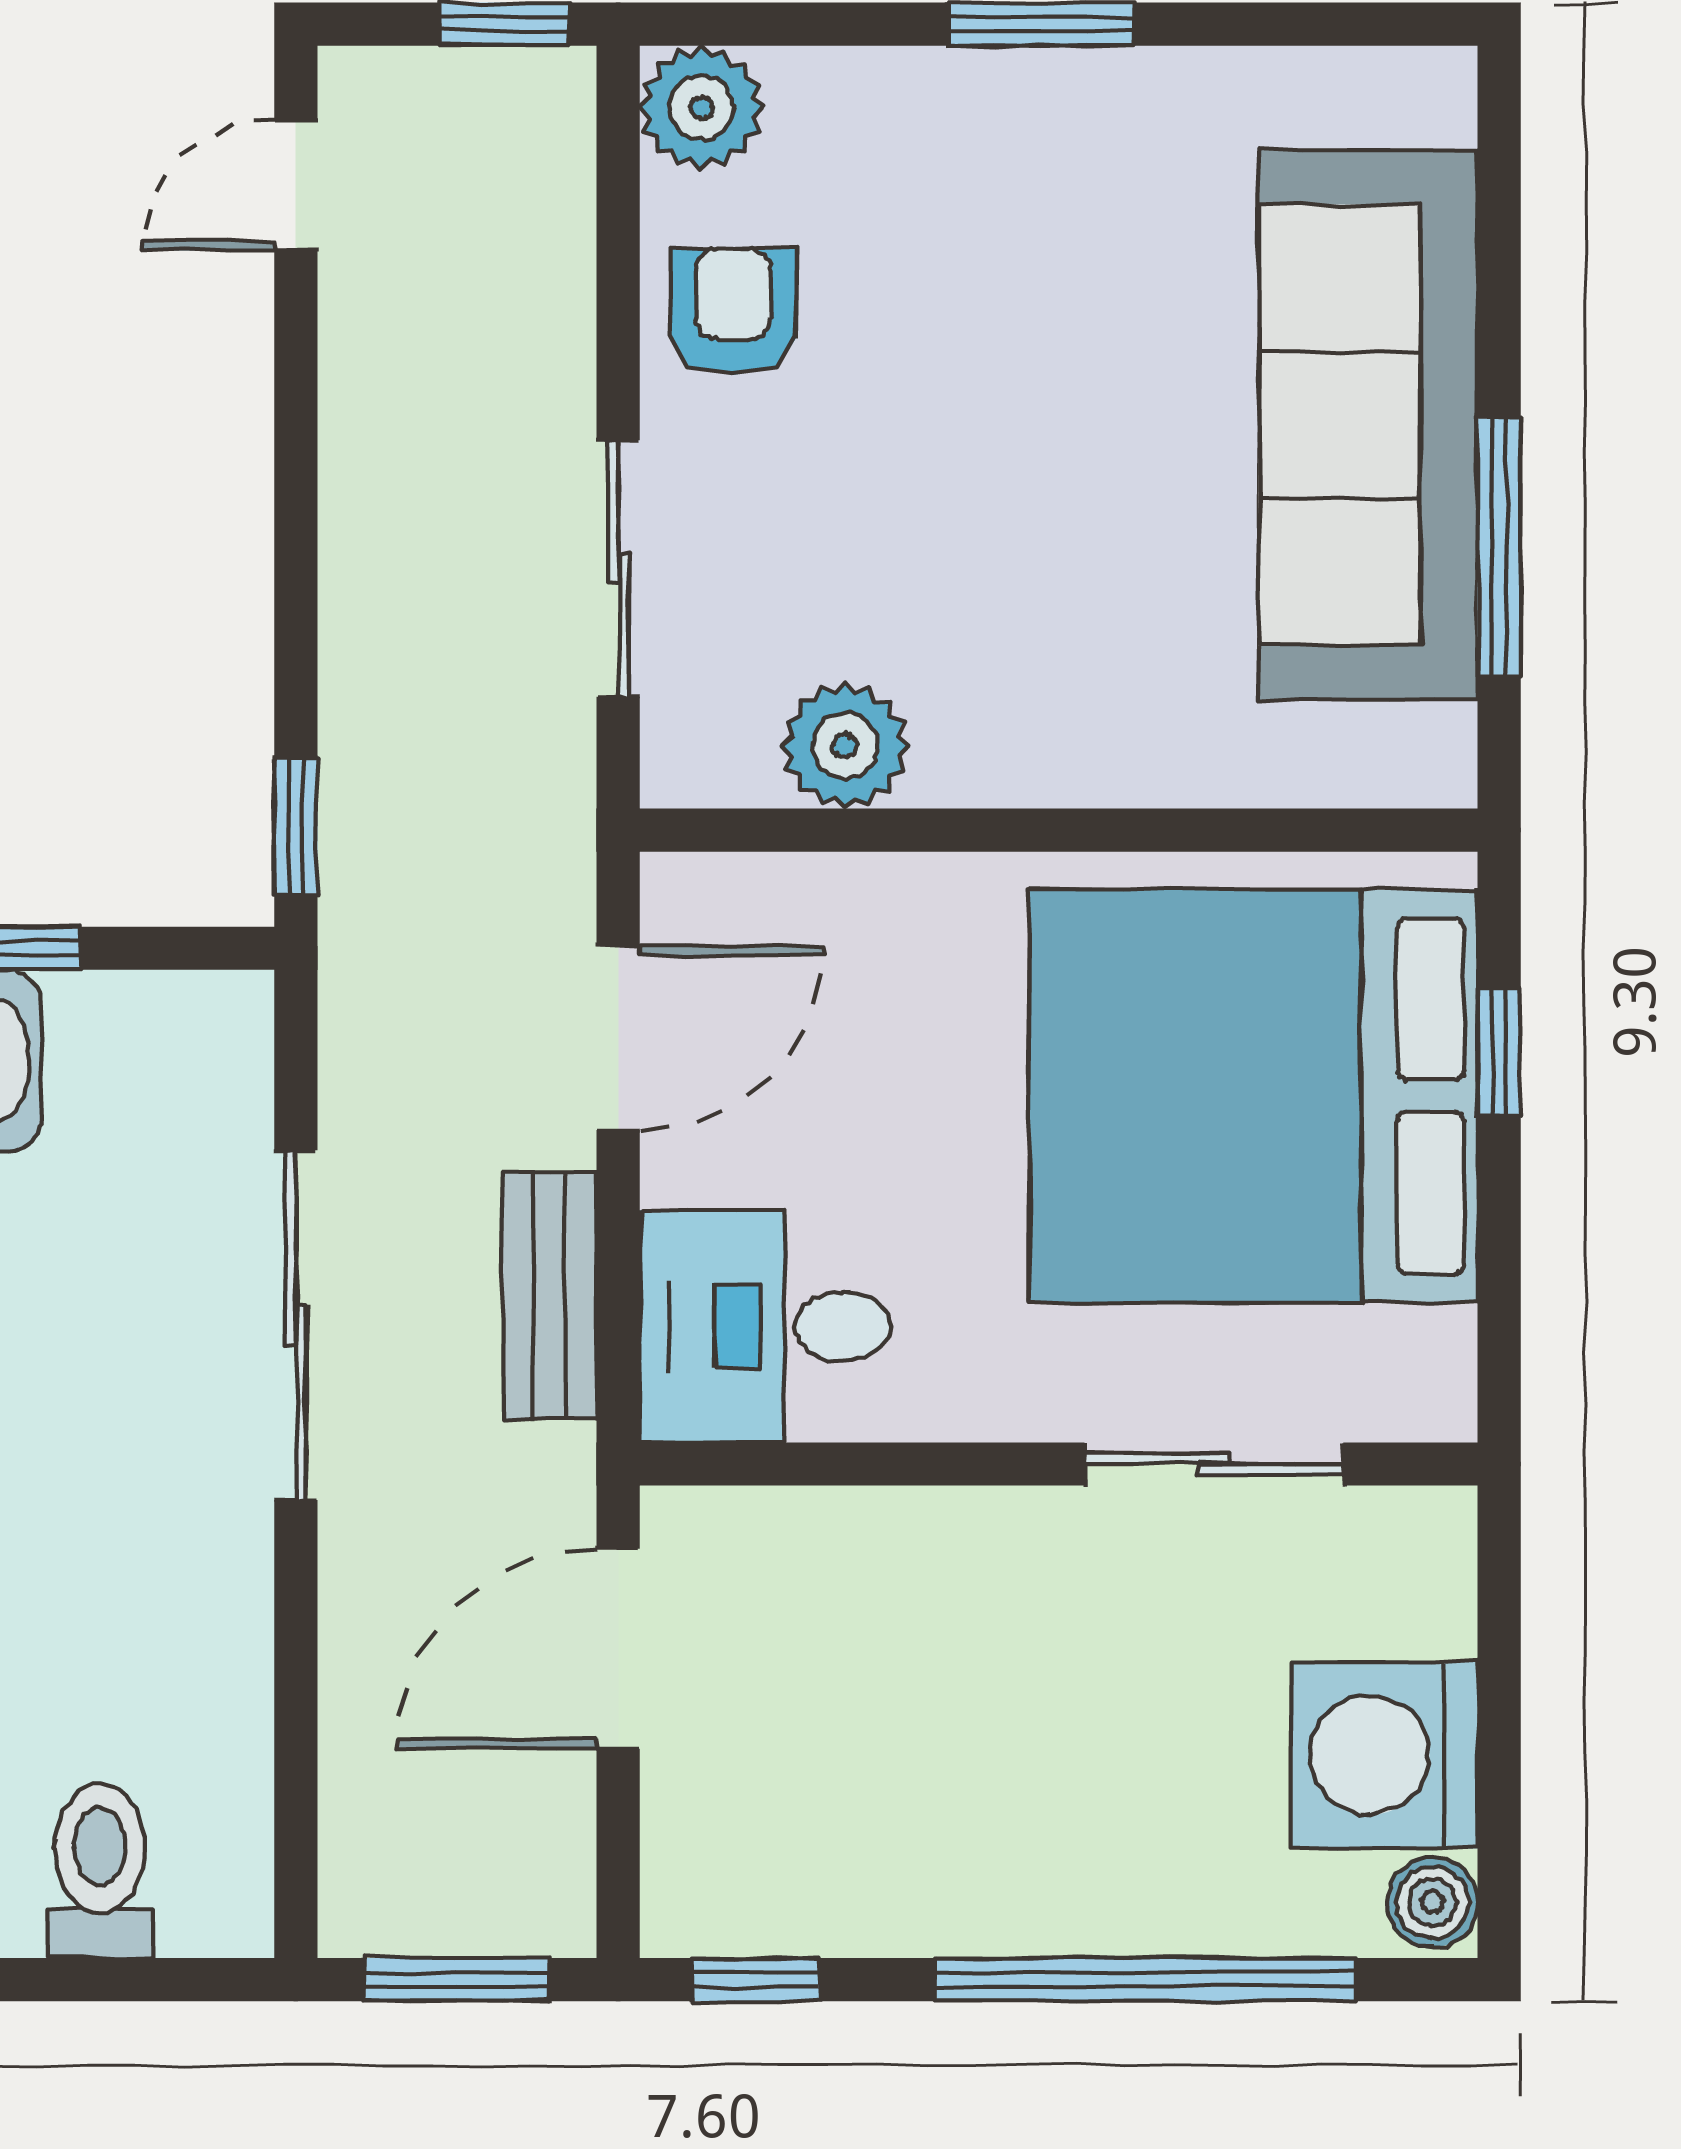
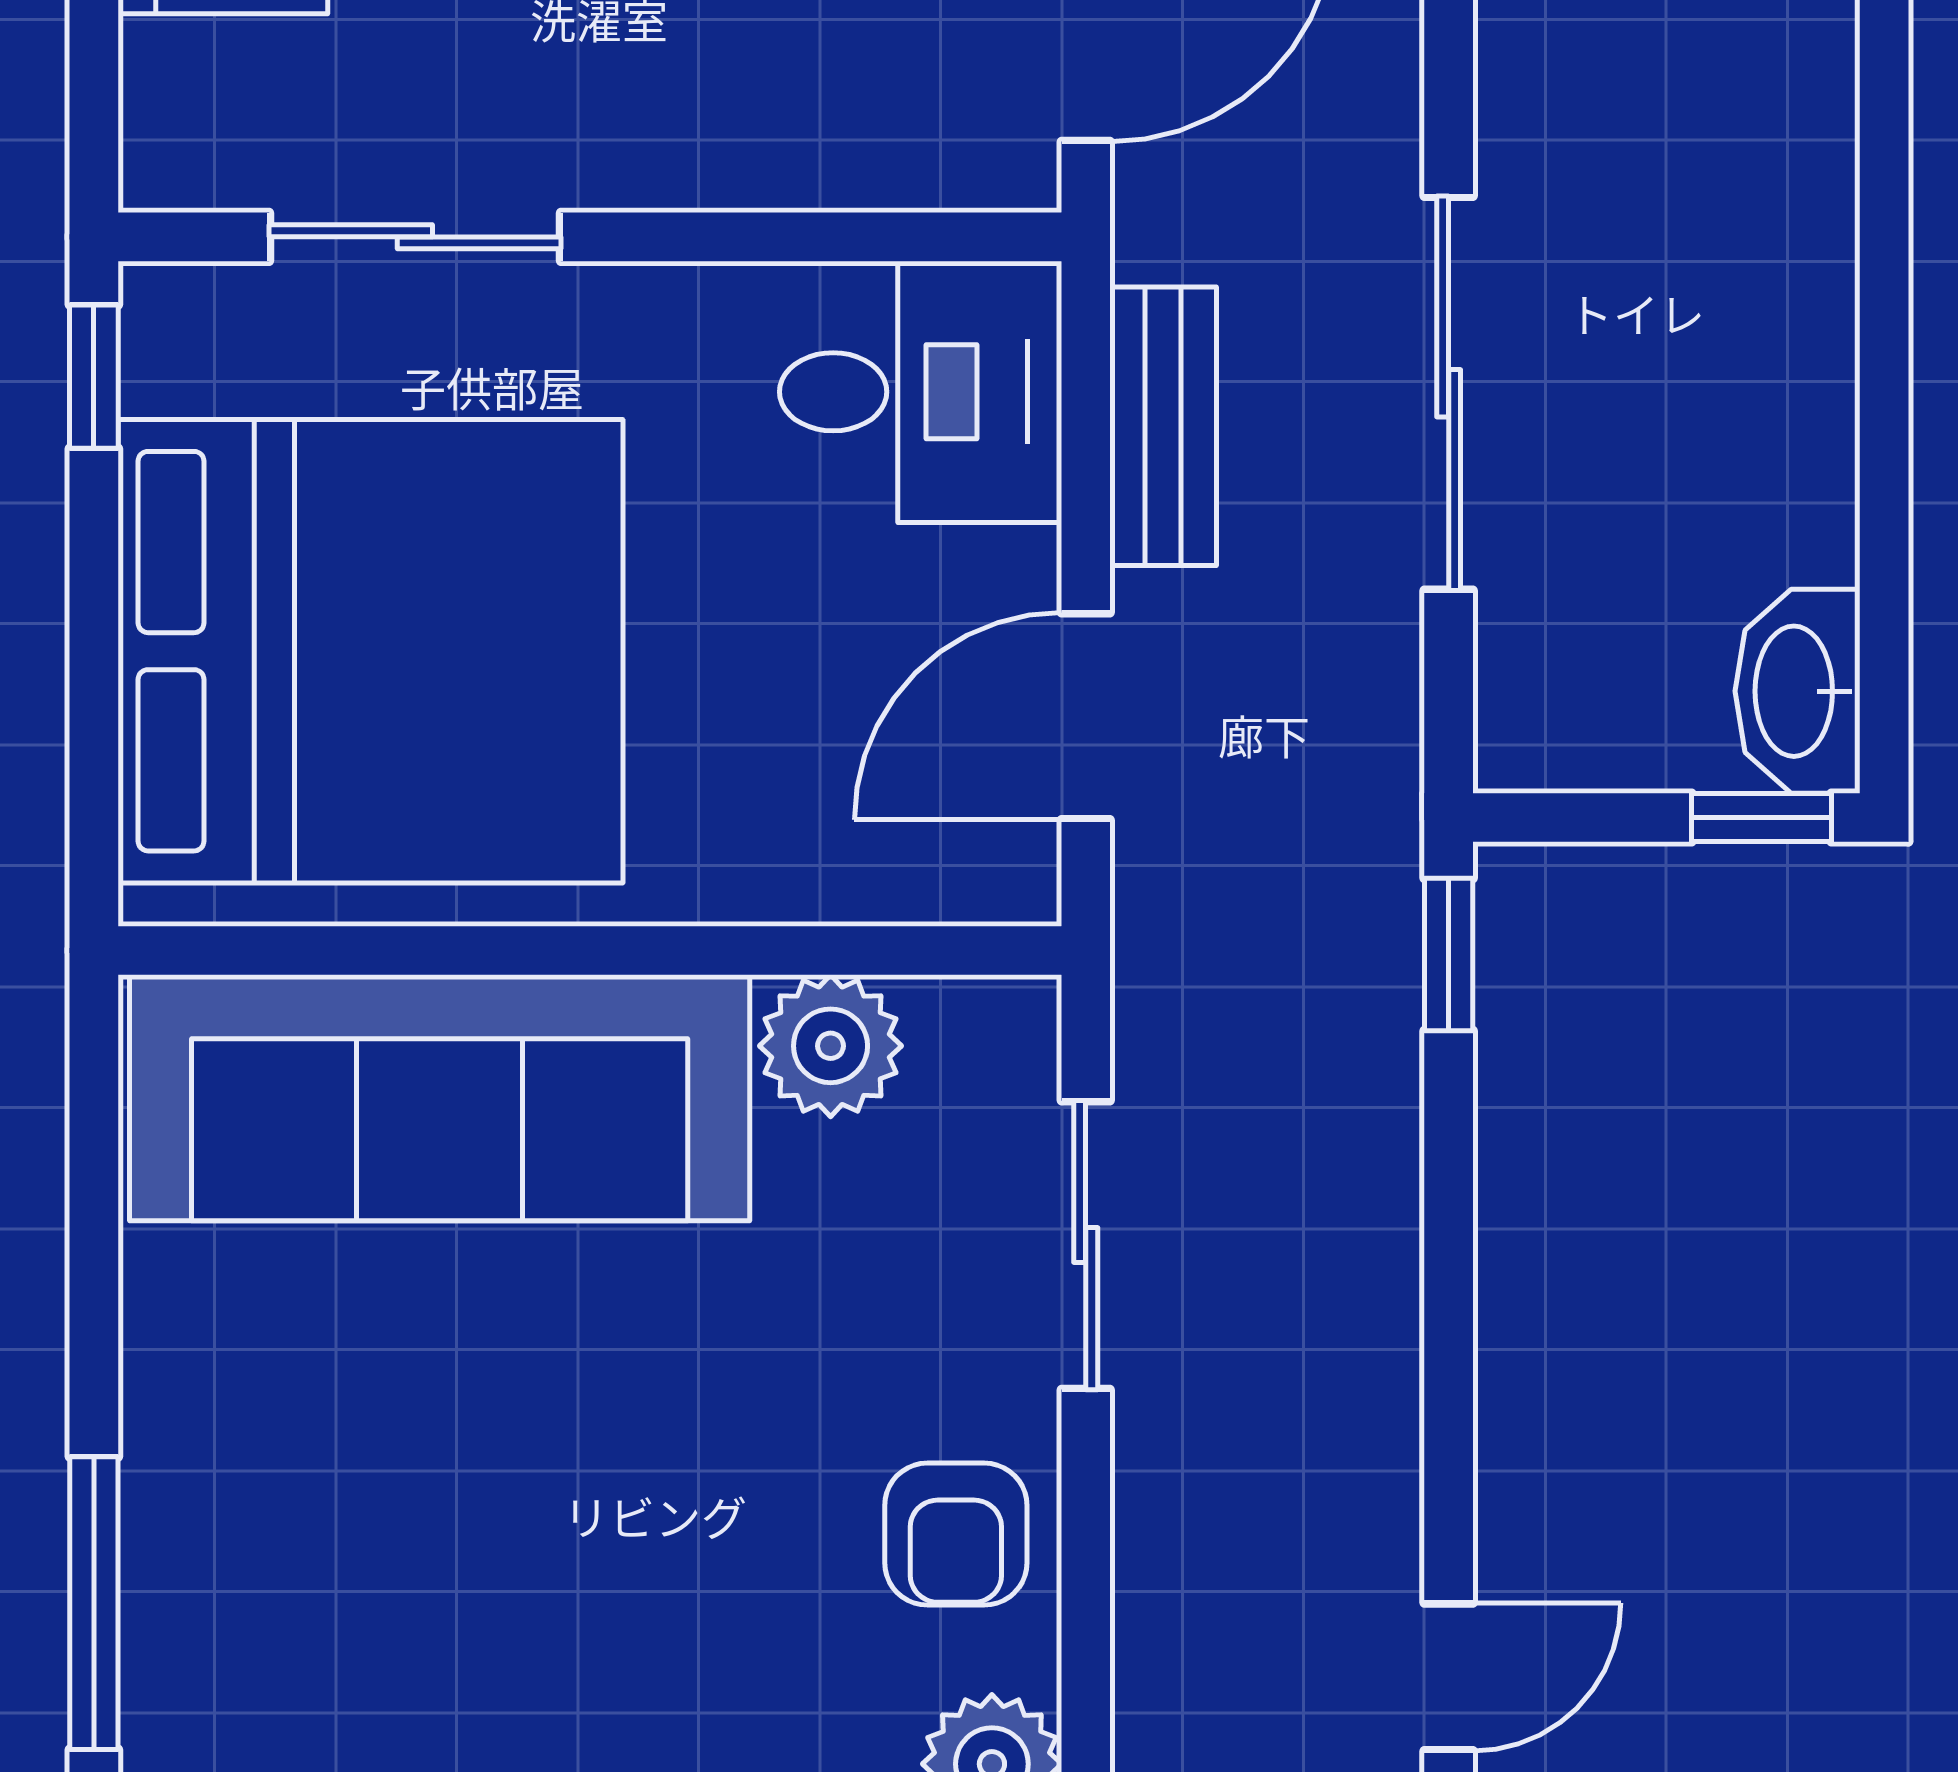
sofa: (1368, 425) -> (440, 1098), moved, turned 90
window: (1499, 546) -> (94, 1603), moved
window: (1499, 1053) -> (94, 377), moved

